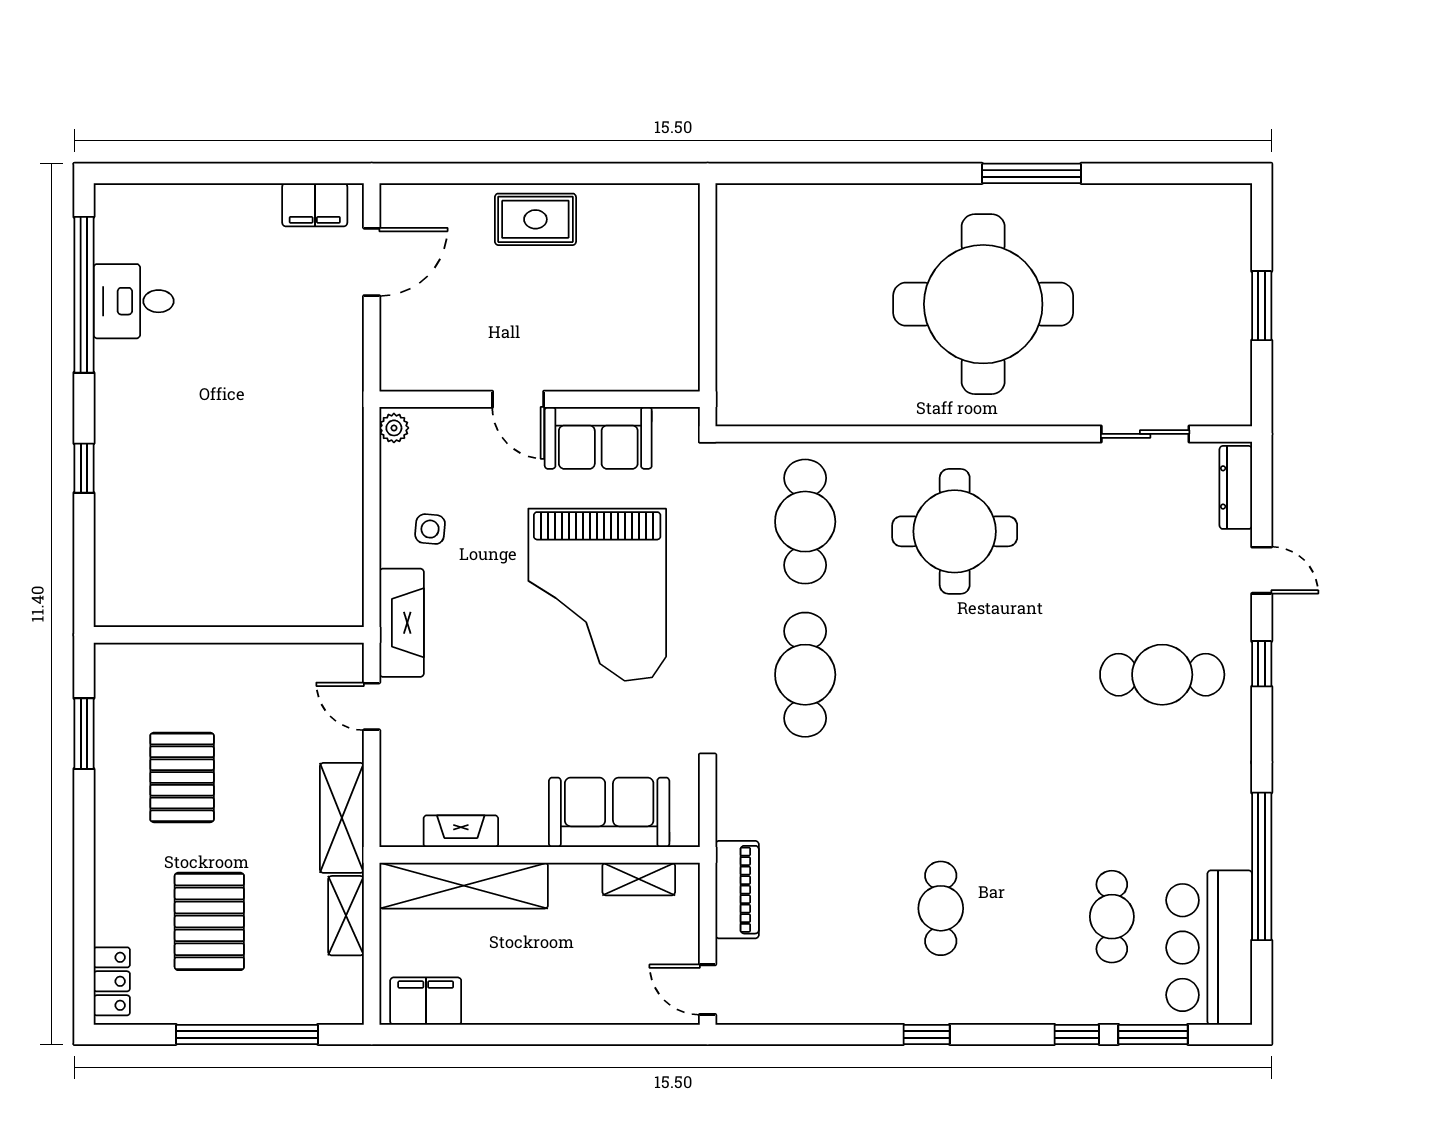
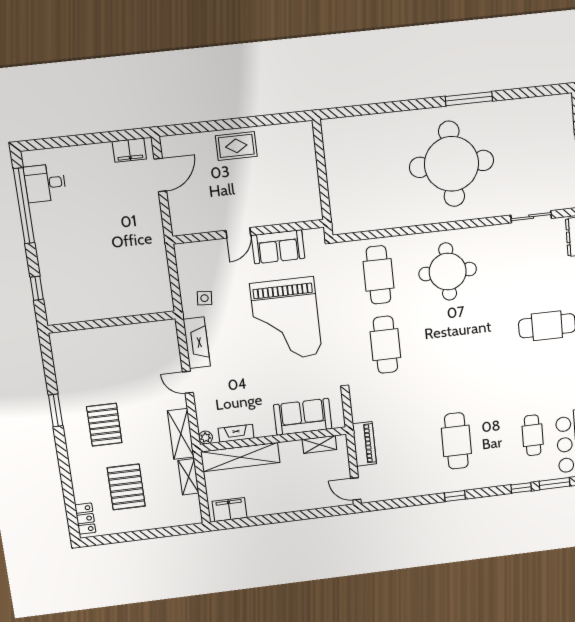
desk: (134, 301) -> (45, 183), moved
door: (518, 399) -> (238, 233), hinge flipped
plant: (394, 428) -> (206, 438), moved
wall: (229, 635) -> (112, 322), moved
cafe table: (941, 908) -> (456, 441), width x1.37, depth x1.35
window: (247, 1034) -> (150, 534), removed

